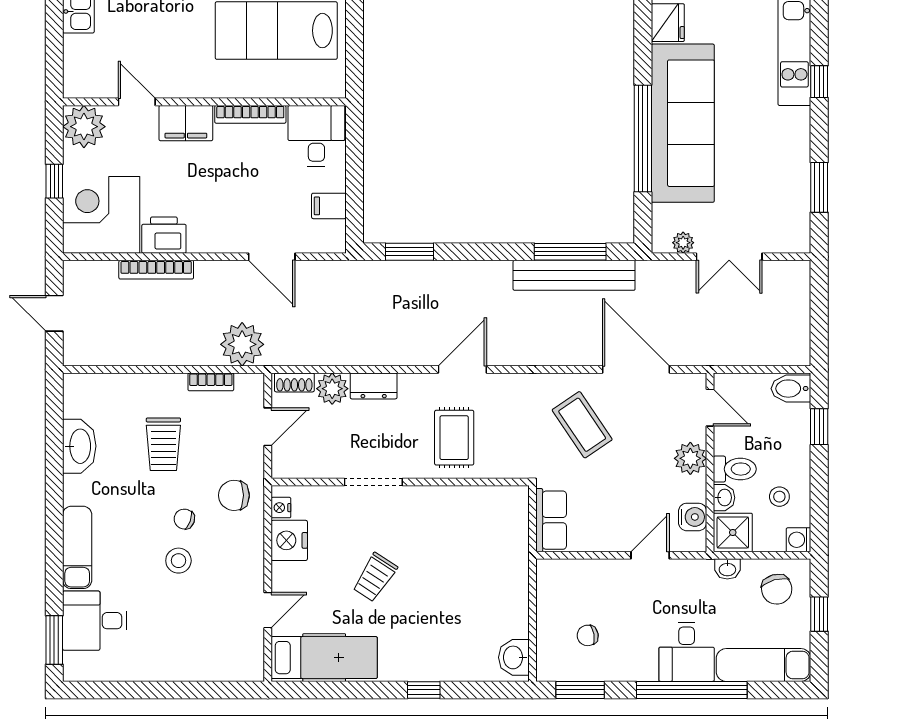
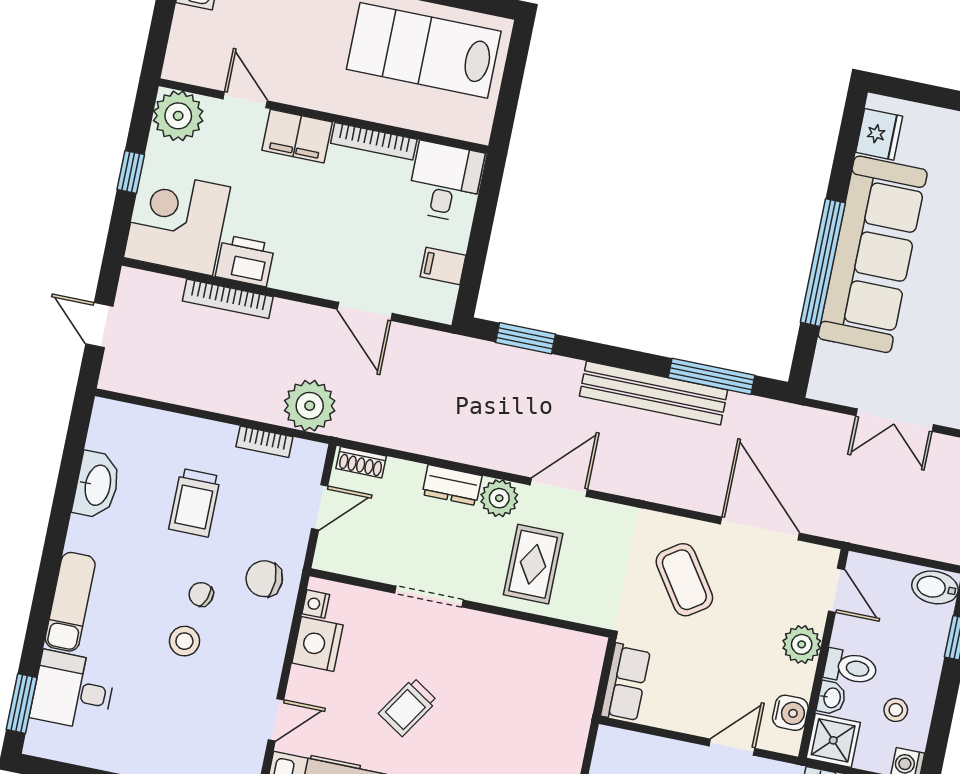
plant: (683, 243) -> (845, 393), removed
bench: (574, 275) -> (654, 393), moved
plant: (332, 389) -> (499, 498), moved

